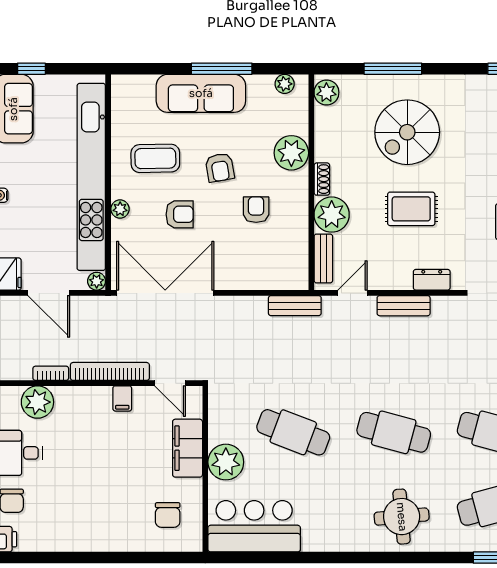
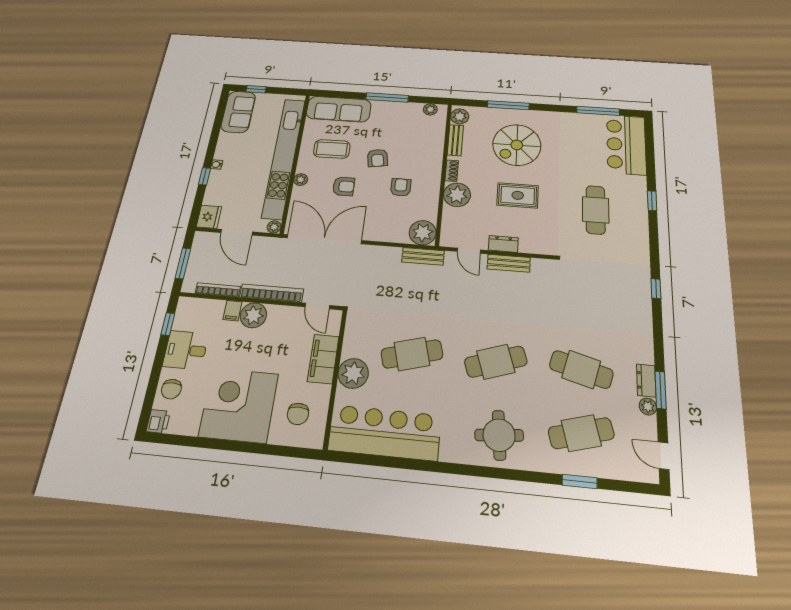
sofa: (201, 93) -> (339, 109), moved
plant: (291, 153) -> (423, 233), moved
bench: (323, 258) -> (455, 140), moved
dresser: (432, 280) -> (503, 244), moved
door: (352, 293) -> (469, 251), swing flipped
bookcase: (51, 373) -> (218, 290), width x1.56
filing cabinet: (122, 398) -> (232, 311), moved
plant: (37, 402) -> (253, 315), moved
cafe table: (293, 432) -> (412, 354), turned -36
cafe table: (394, 432) -> (496, 362), turned -33
corner desk: (96, 512) -> (239, 405), added
bar counter: (254, 526) -> (385, 433), width x1.36

